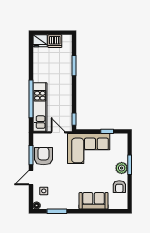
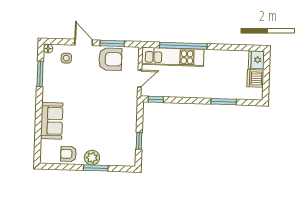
corner sofa: (89, 148) -> (118, 117), removed

